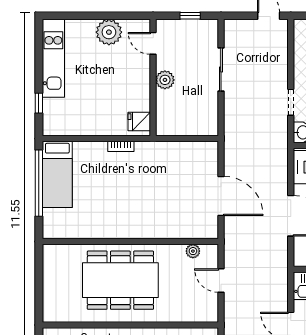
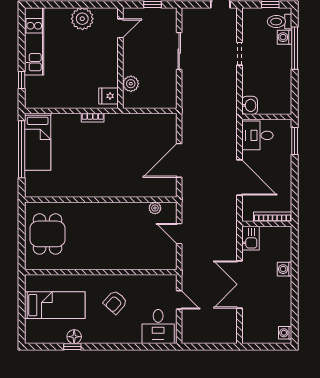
door: (153, 43) -> (120, 28), swing flipped
plant: (165, 80) -> (131, 84), moved
doorway: (291, 102) -> (240, 54), moved
door: (221, 196) -> (179, 160), swing flipped
dining table: (120, 280) -> (48, 234), moved, width x0.53, depth x0.80

